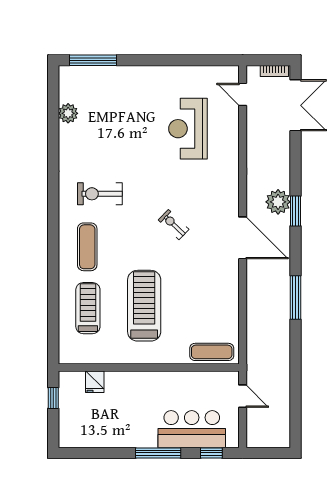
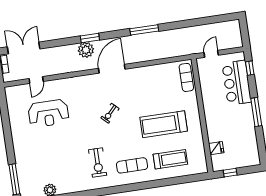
door: (243, 94) -> (36, 80), moved
treadmill: (88, 308) -> (170, 159), turned 180
window: (158, 453) -> (256, 112), moved

